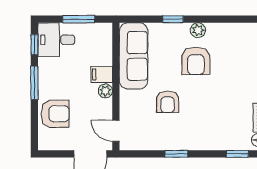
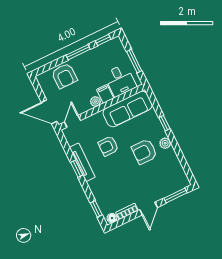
desk: (56, 40) -> (120, 80), moved, turned 180
tv unit: (172, 143) -> (82, 162), added

